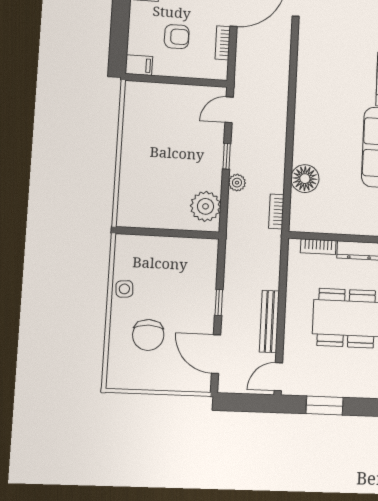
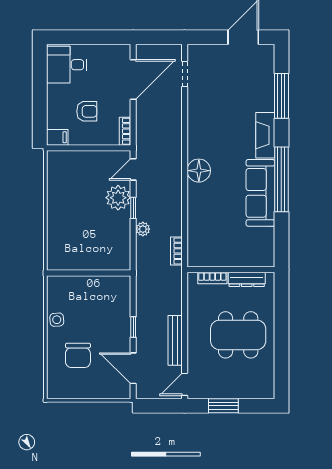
bookcase: (223, 43) -> (125, 131), moved
floor lamp: (305, 179) -> (199, 171), moved
plant: (206, 206) -> (118, 198), moved

